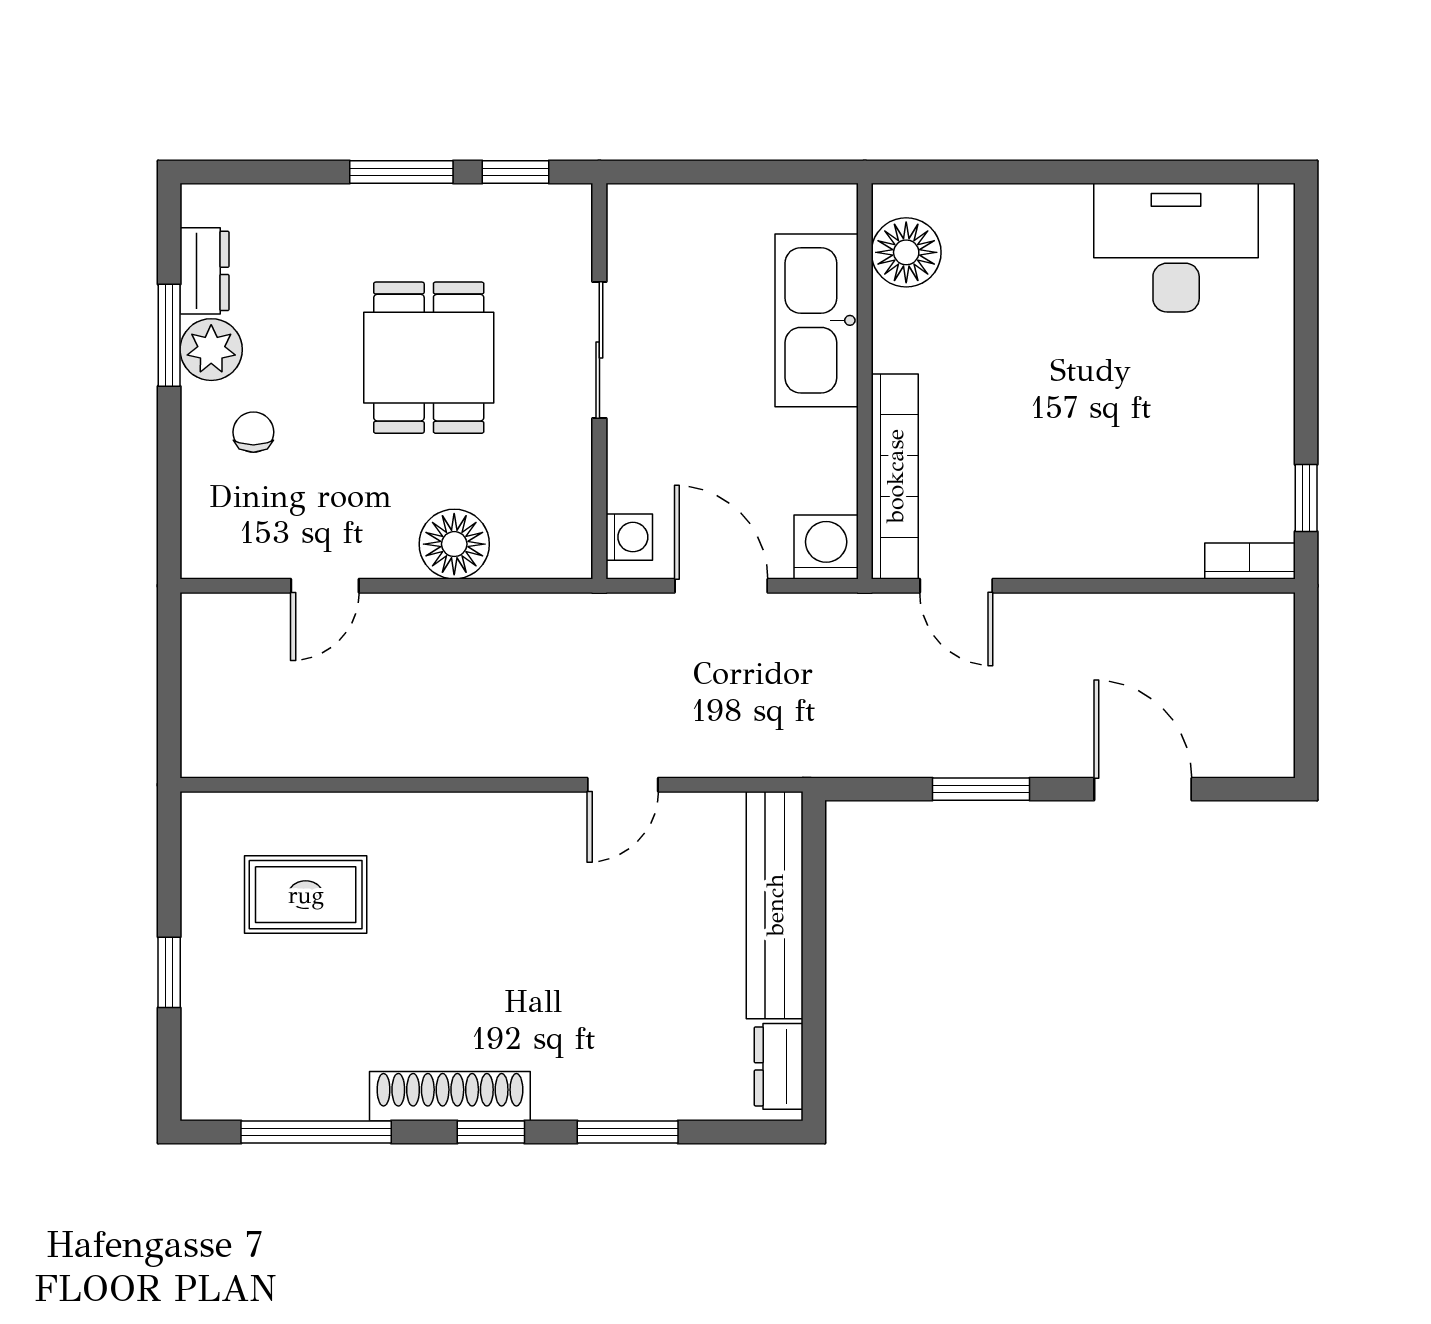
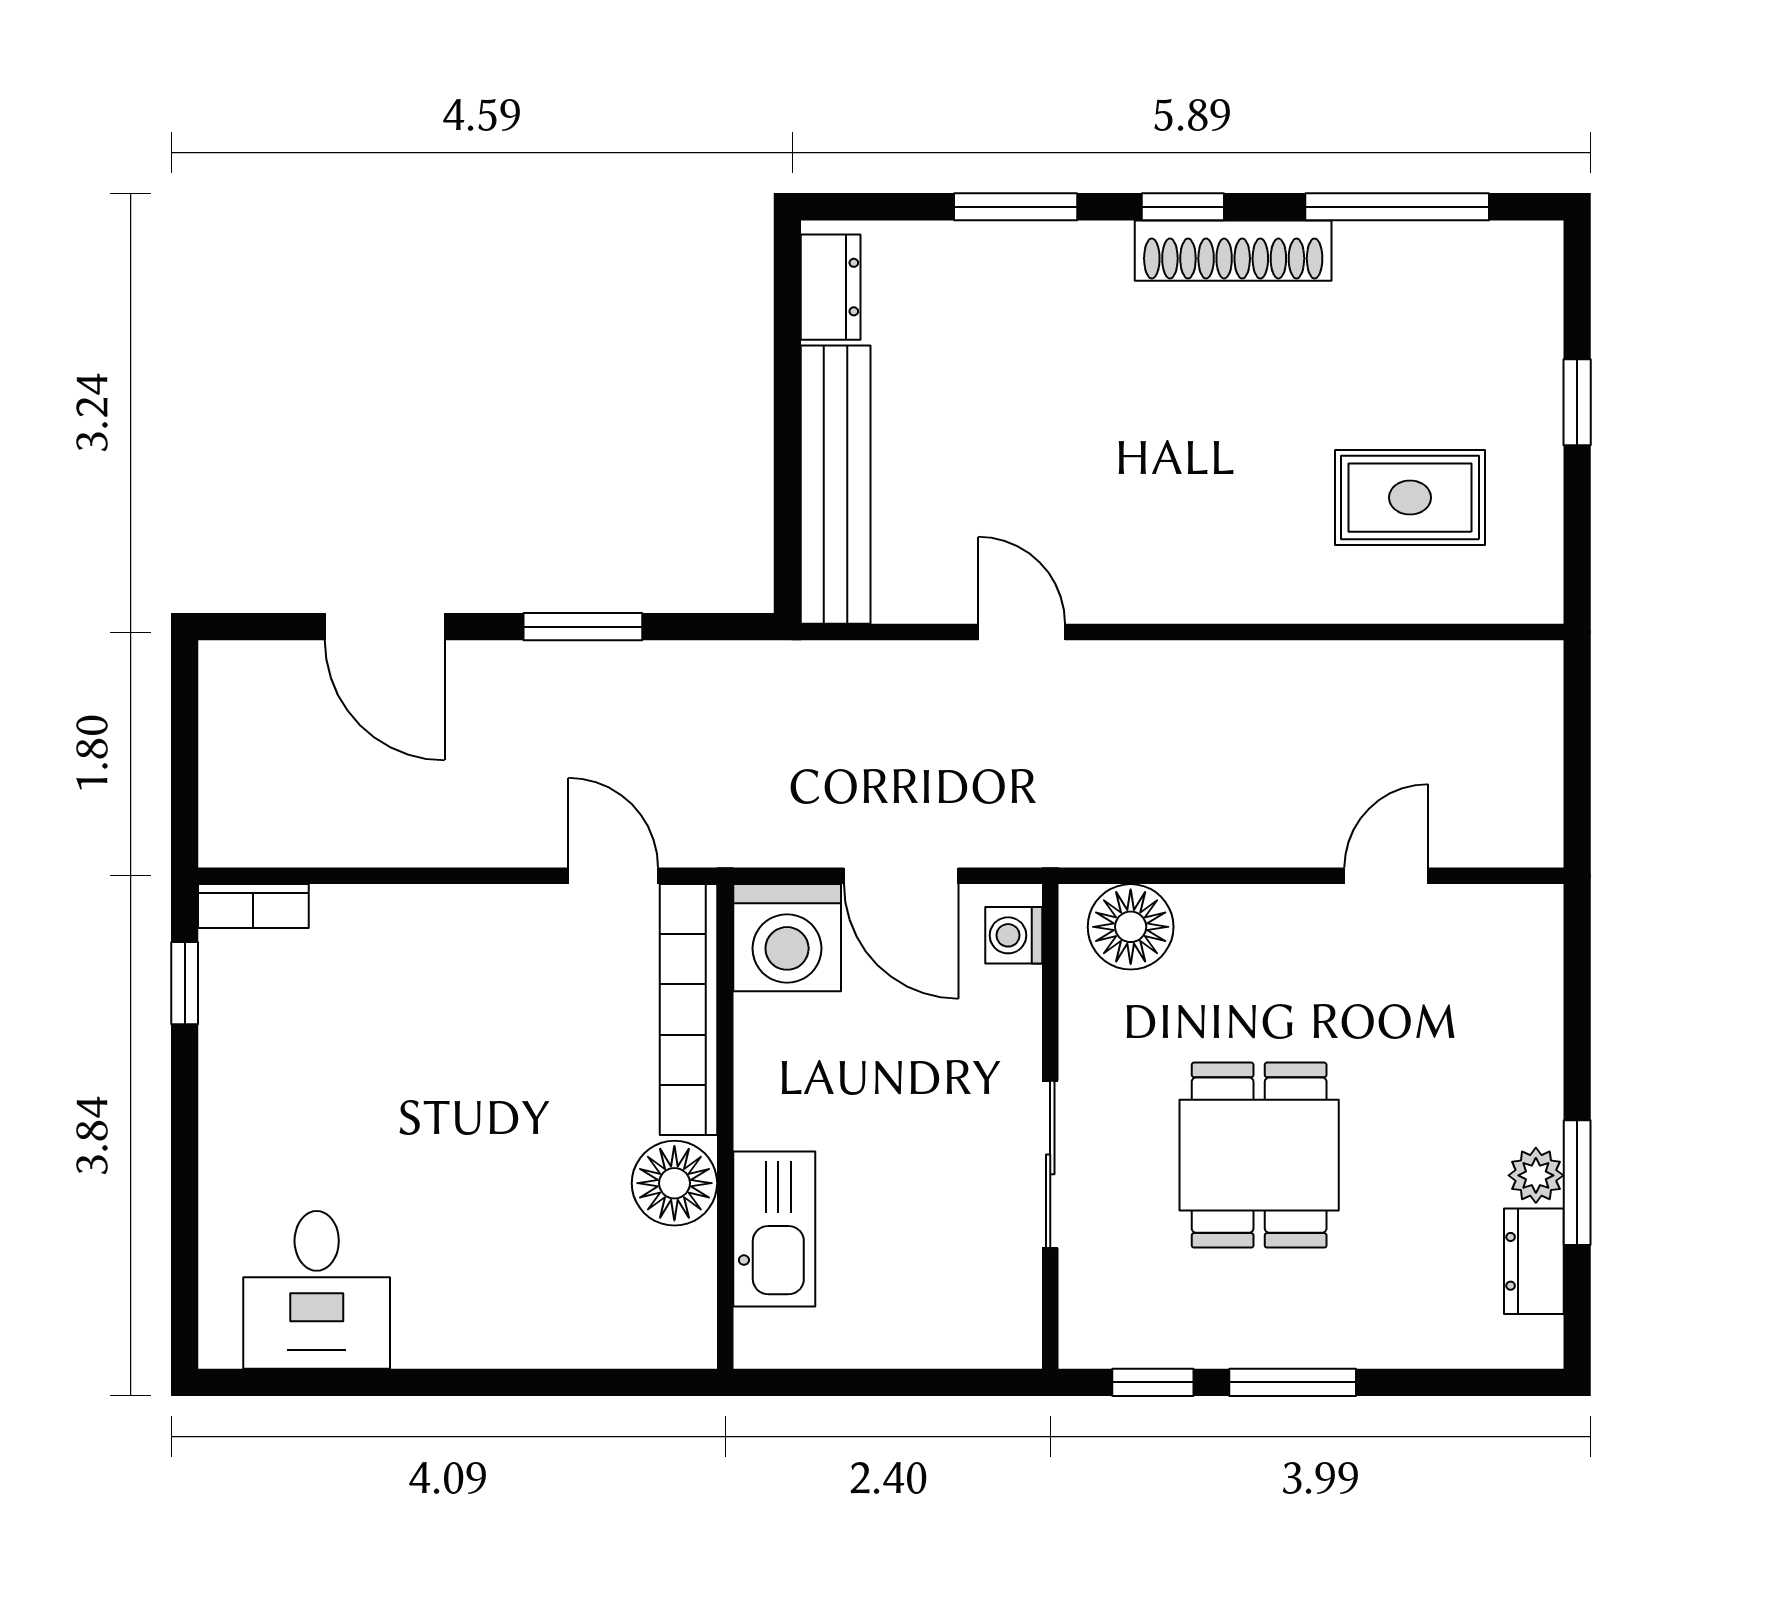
desk: (1176, 248) -> (317, 1290), width x0.73
floor lamp: (906, 252) -> (674, 1183), moved
kitchen sink: (817, 320) -> (774, 1229), width x0.73, depth x0.81
plant: (211, 350) -> (1536, 1175), width x0.73, depth x0.73
chair: (253, 432) -> (1474, 1064), removed
floor lamp: (454, 544) -> (1131, 927), moved
washing machine: (826, 547) -> (787, 938), width x1.37, depth x1.37
door: (623, 785) -> (1022, 632), hinge flipped

